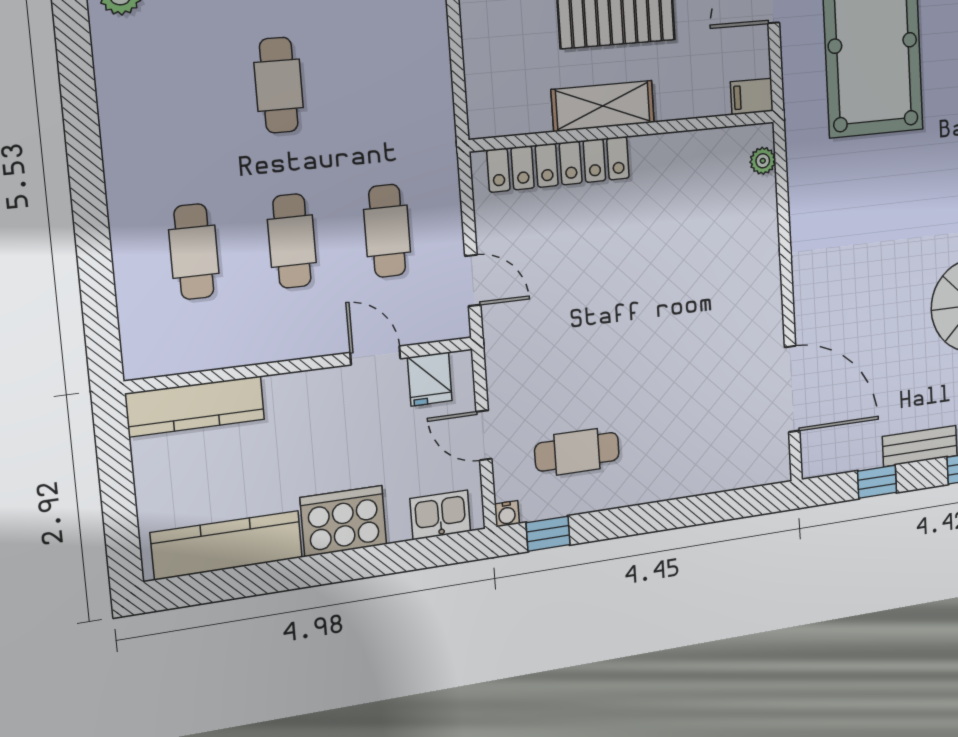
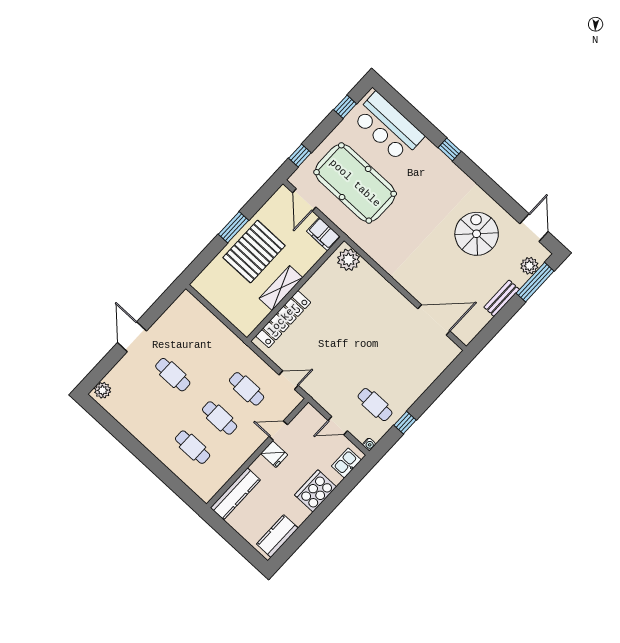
filing cabinet: (752, 96) -> (323, 234), width x2.00
plant: (763, 161) -> (349, 260), width x1.88, depth x1.88
fridge: (430, 379) -> (274, 454), moved
cafe table: (577, 452) -> (375, 405), turned 90
window: (877, 482) -> (496, 324), removed
window: (548, 534) -> (405, 423), moved
kitchen counter: (227, 545) -> (277, 536), width x0.67

